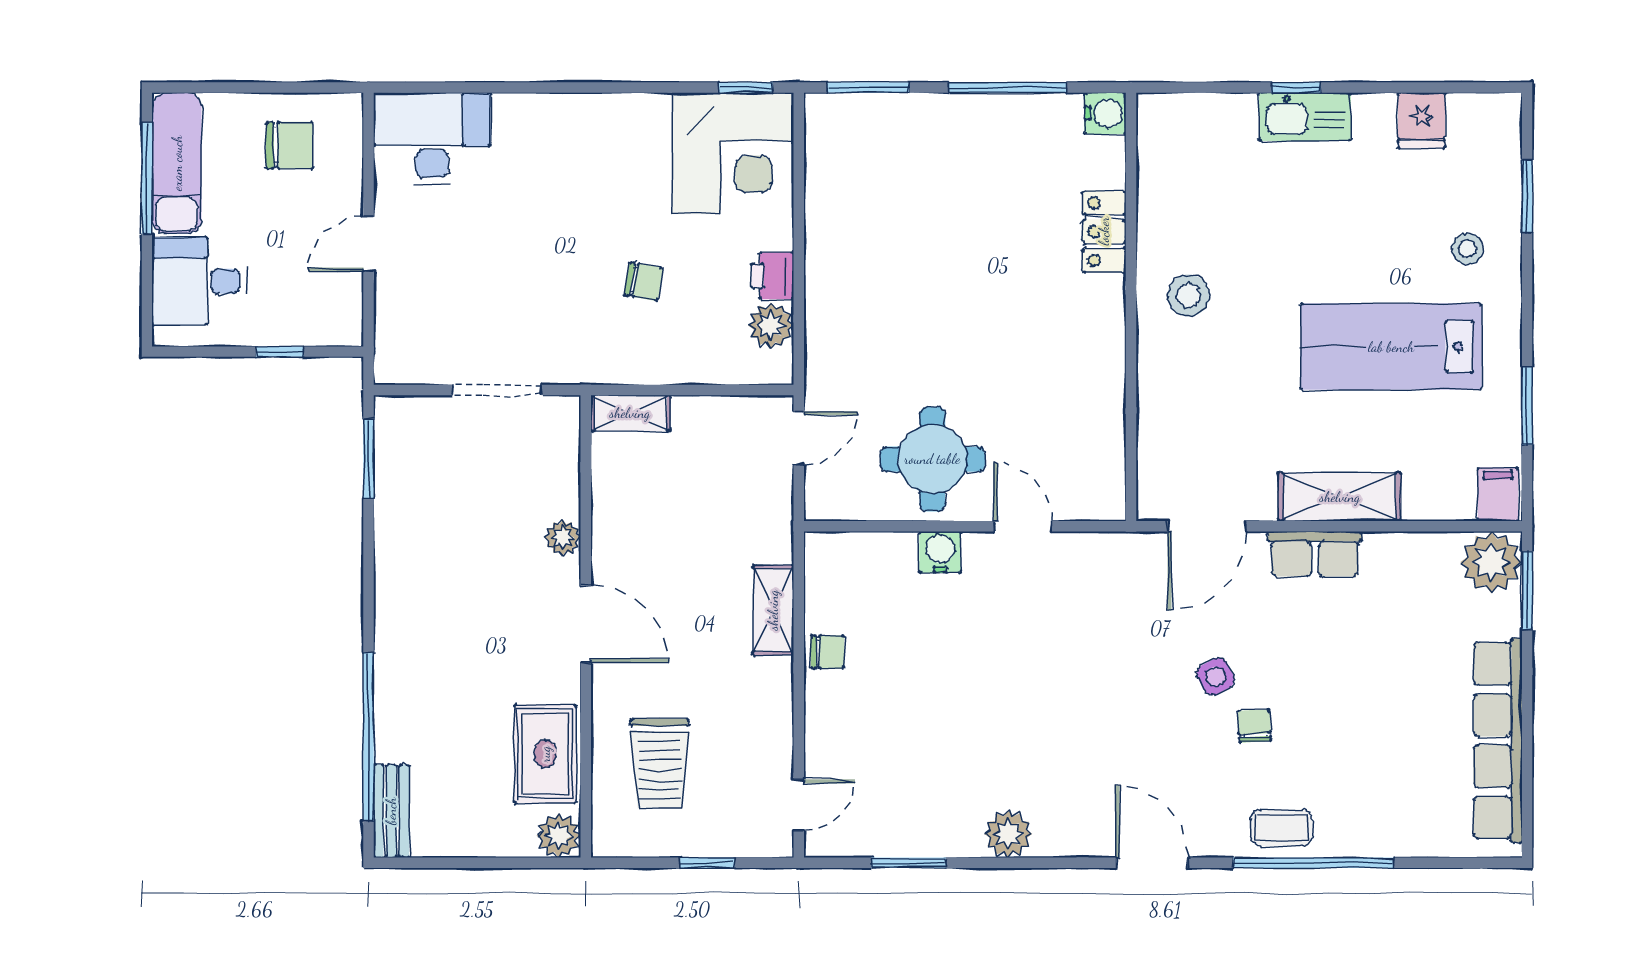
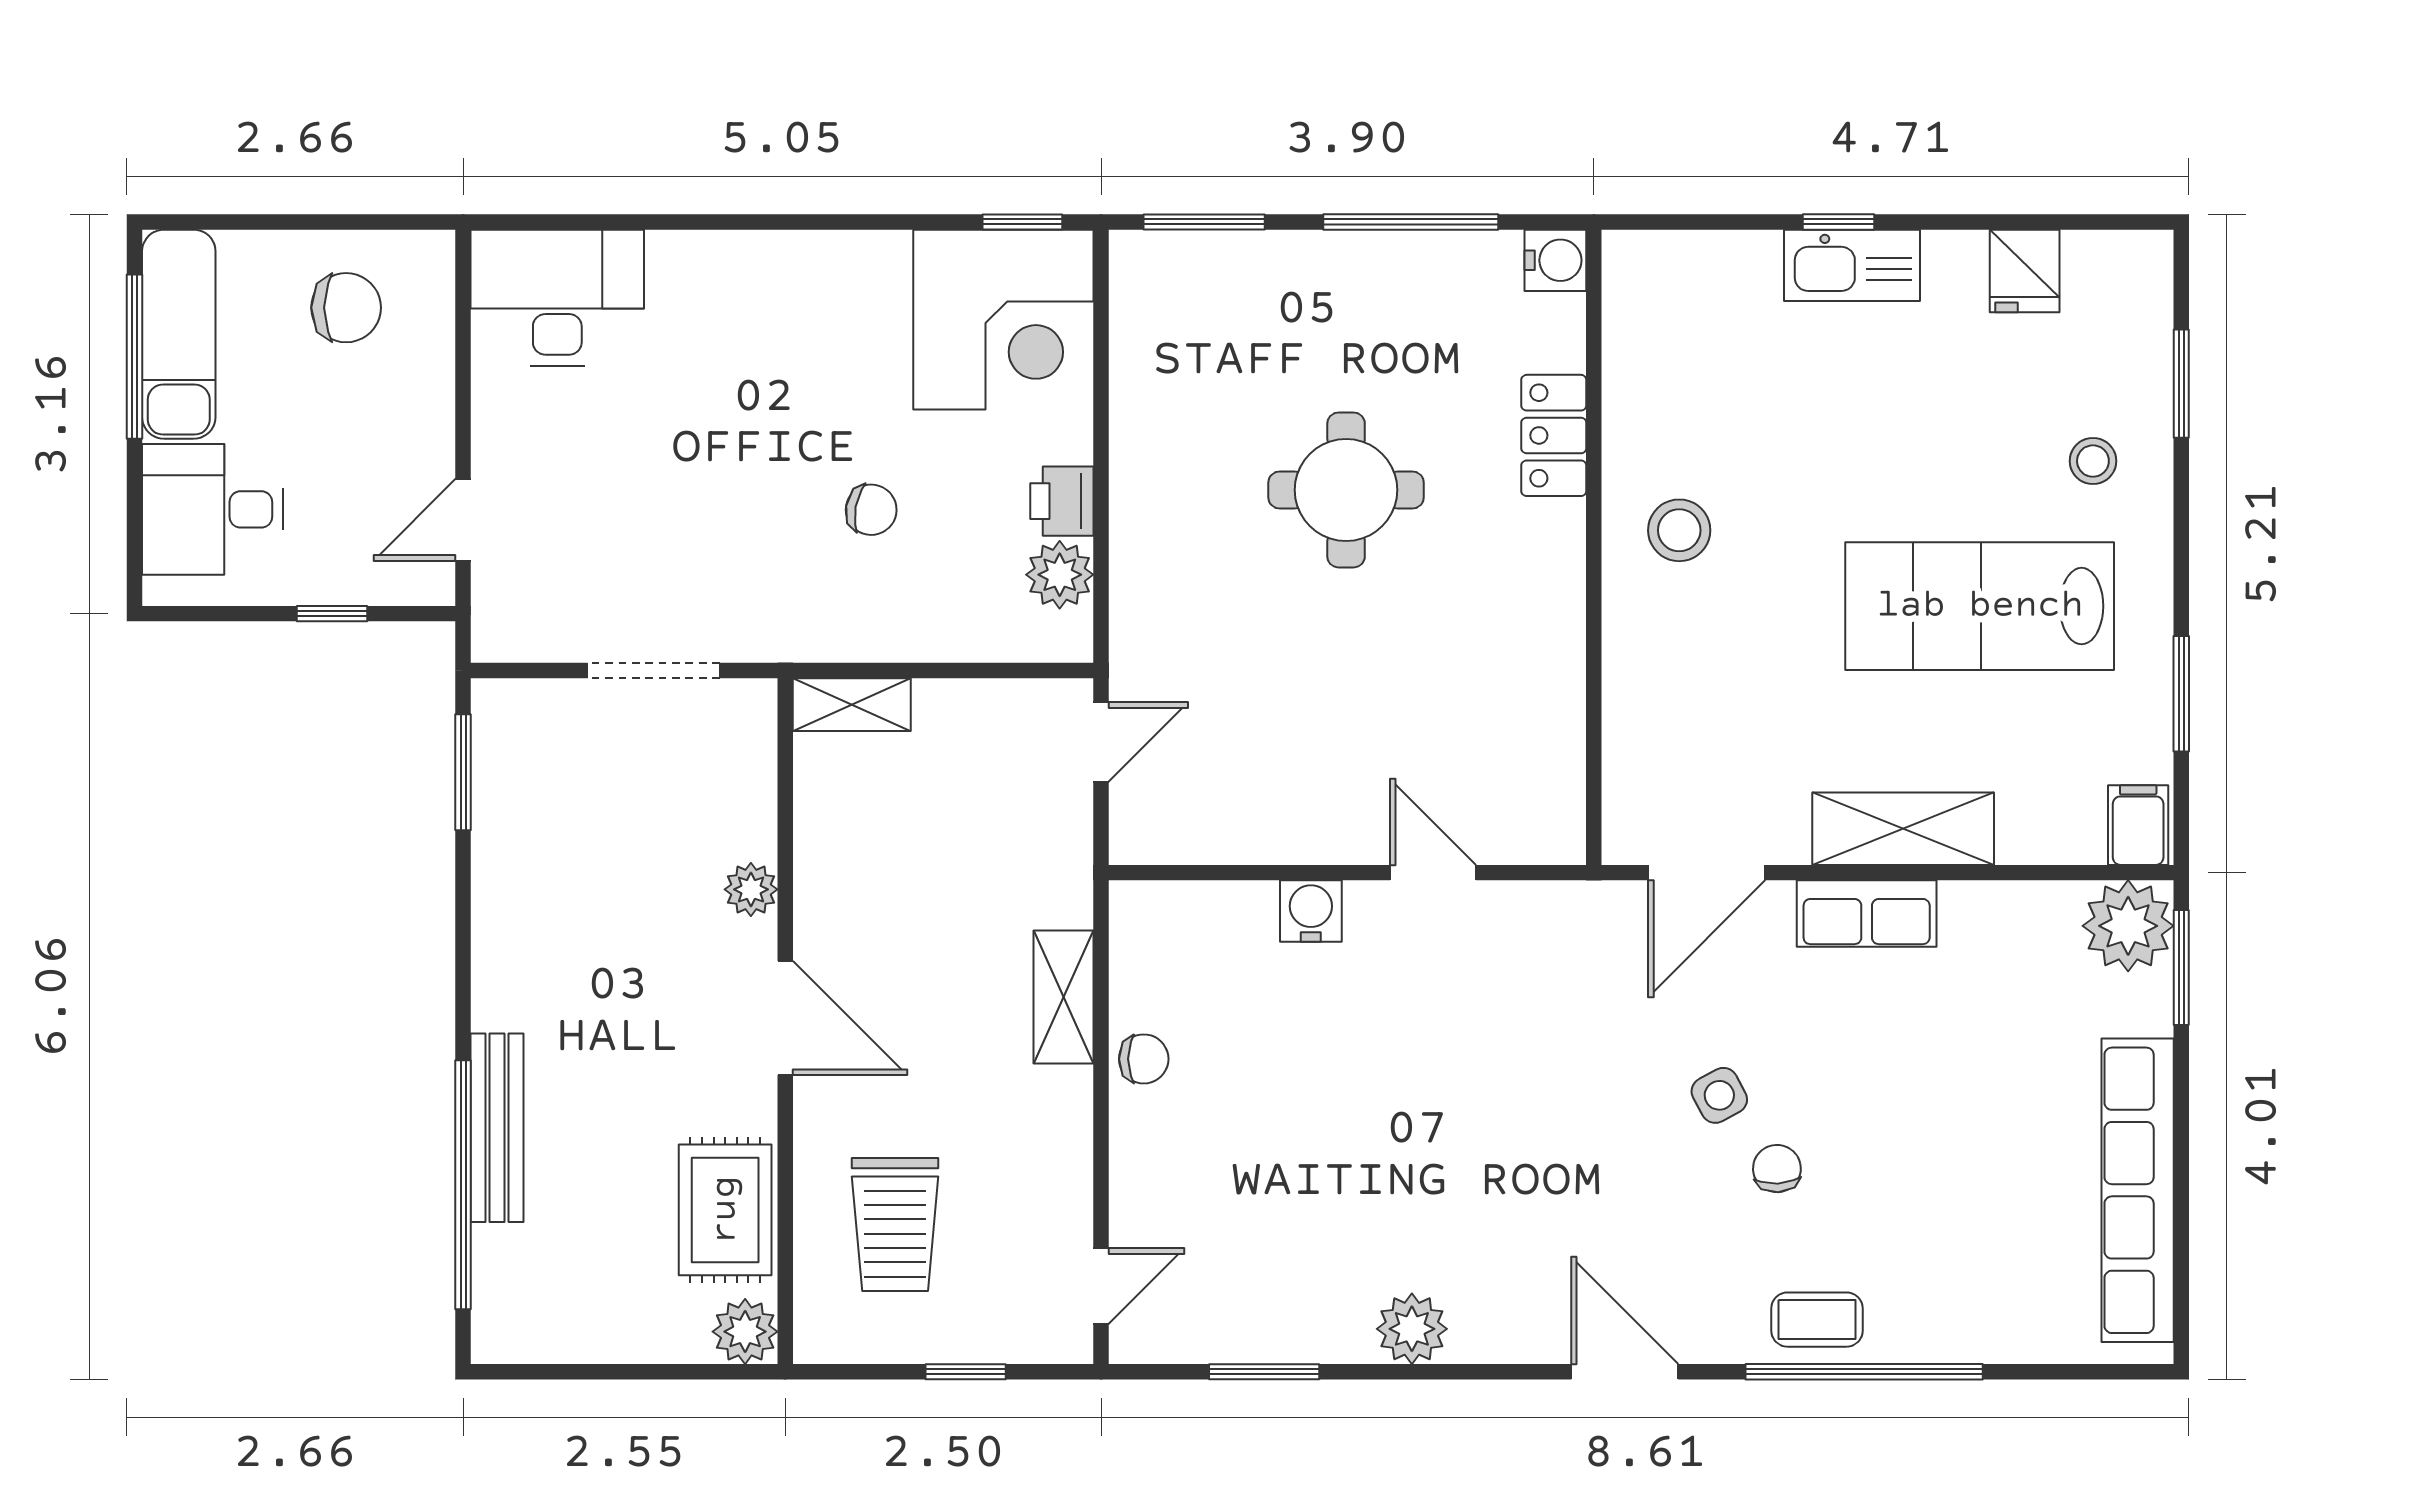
door: (368, 244) -> (463, 520), moved
round table: (932, 459) -> (1346, 490), moved
bench: (391, 811) -> (497, 1128), moved, width x1.36

